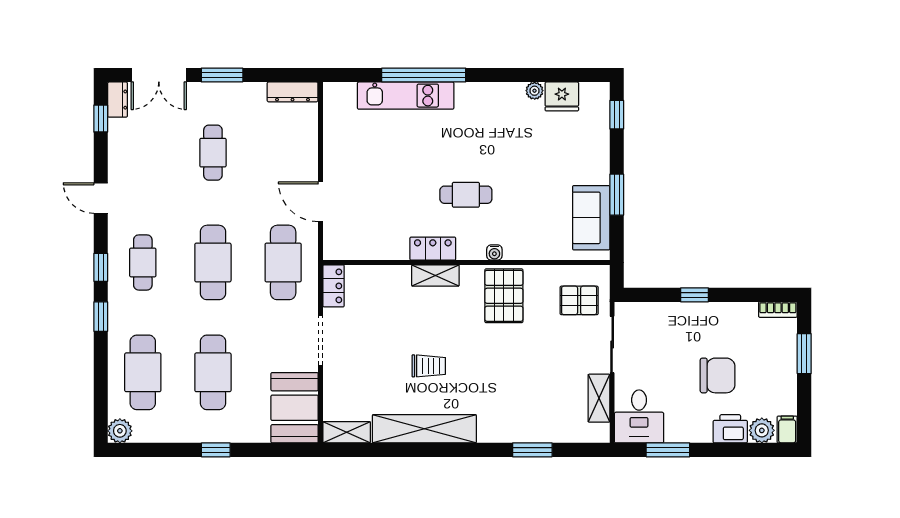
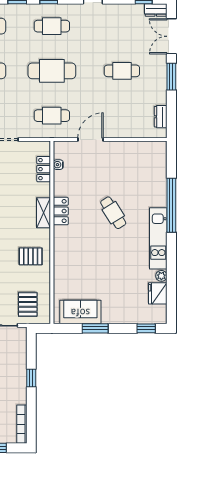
dresser: (293, 92) -> (161, 117), width x0.70
kitchen unit: (406, 96) -> (158, 238), moved
cafe table: (466, 195) -> (113, 213), moved, turned -32
water cooler: (494, 253) -> (58, 165), moved
cafe table: (283, 262) -> (52, 116), width x0.73, depth x0.74
locker: (334, 286) -> (44, 169), moved, turned 90
pallet: (504, 296) -> (31, 256), width x0.67, depth x0.71
bookcase: (778, 310) -> (22, 424), width x1.56

